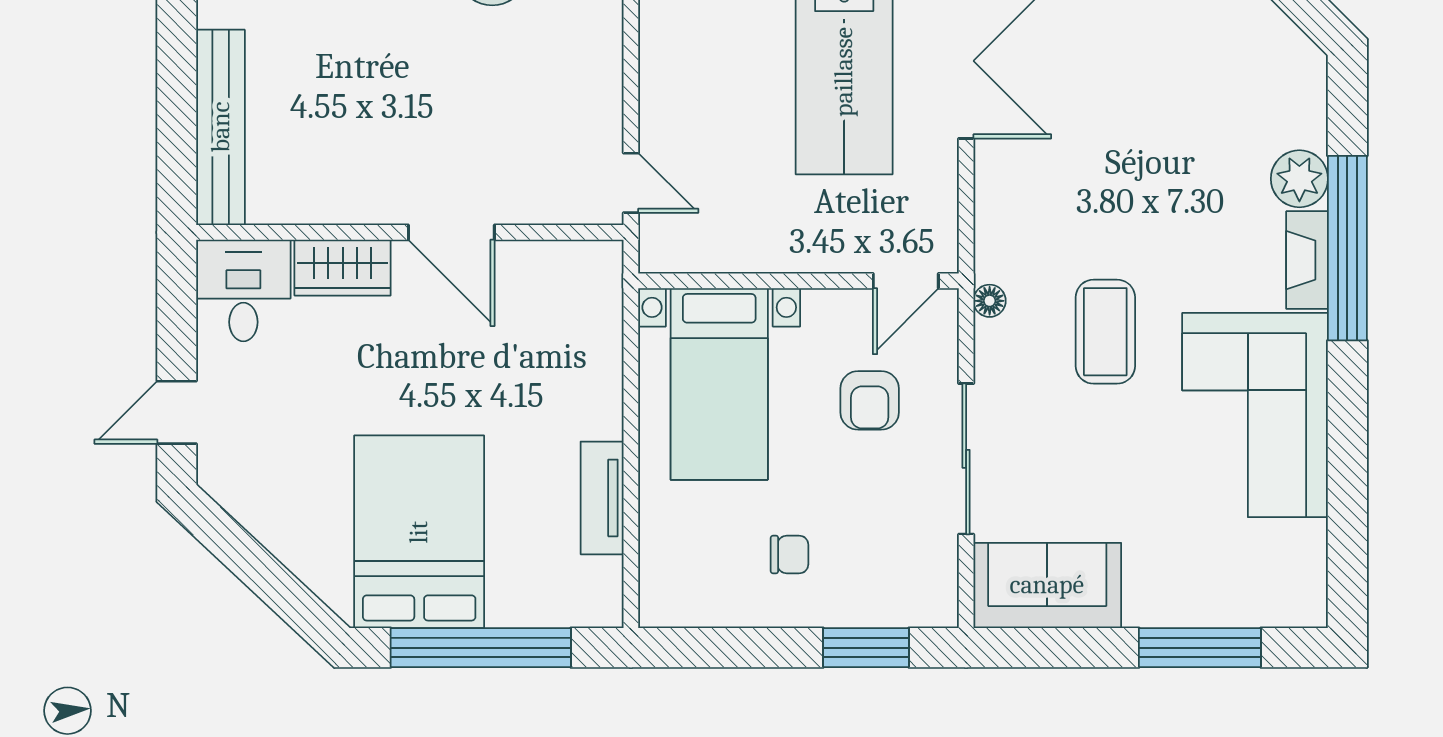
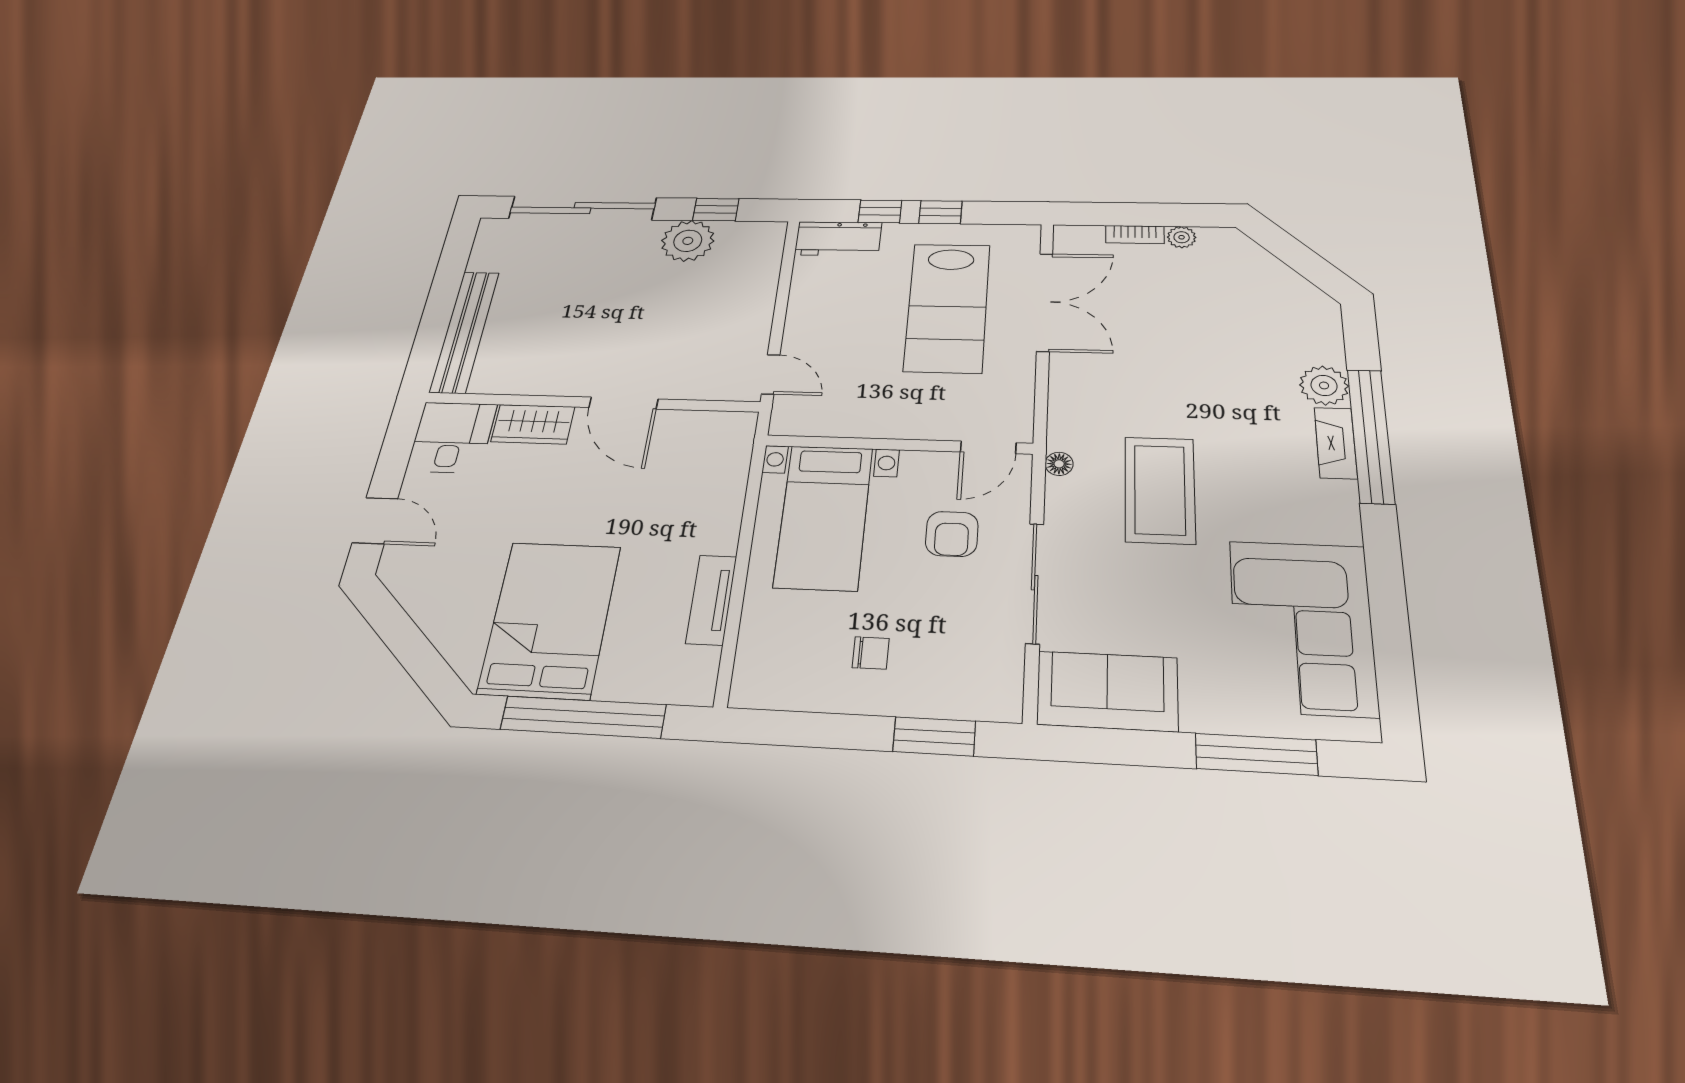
coffee table: (1105, 332) -> (1160, 490), width x1.36, depth x1.32
door: (177, 412) -> (375, 521), swing flipped
corner sofa: (1255, 415) -> (1302, 627), moved

